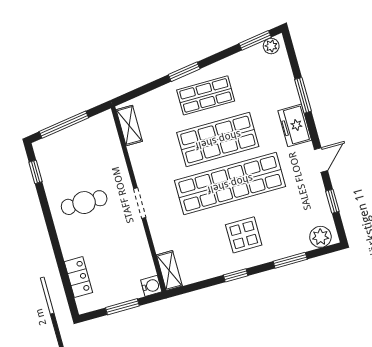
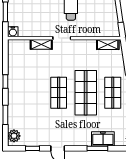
freezer: (295, 125) -> (103, 139), moved
shop shelf: (230, 184) -> (59, 93), width x0.50, depth x0.74
display table: (244, 235) -> (27, 92), removed
shelving: (169, 271) -> (41, 44), moved

